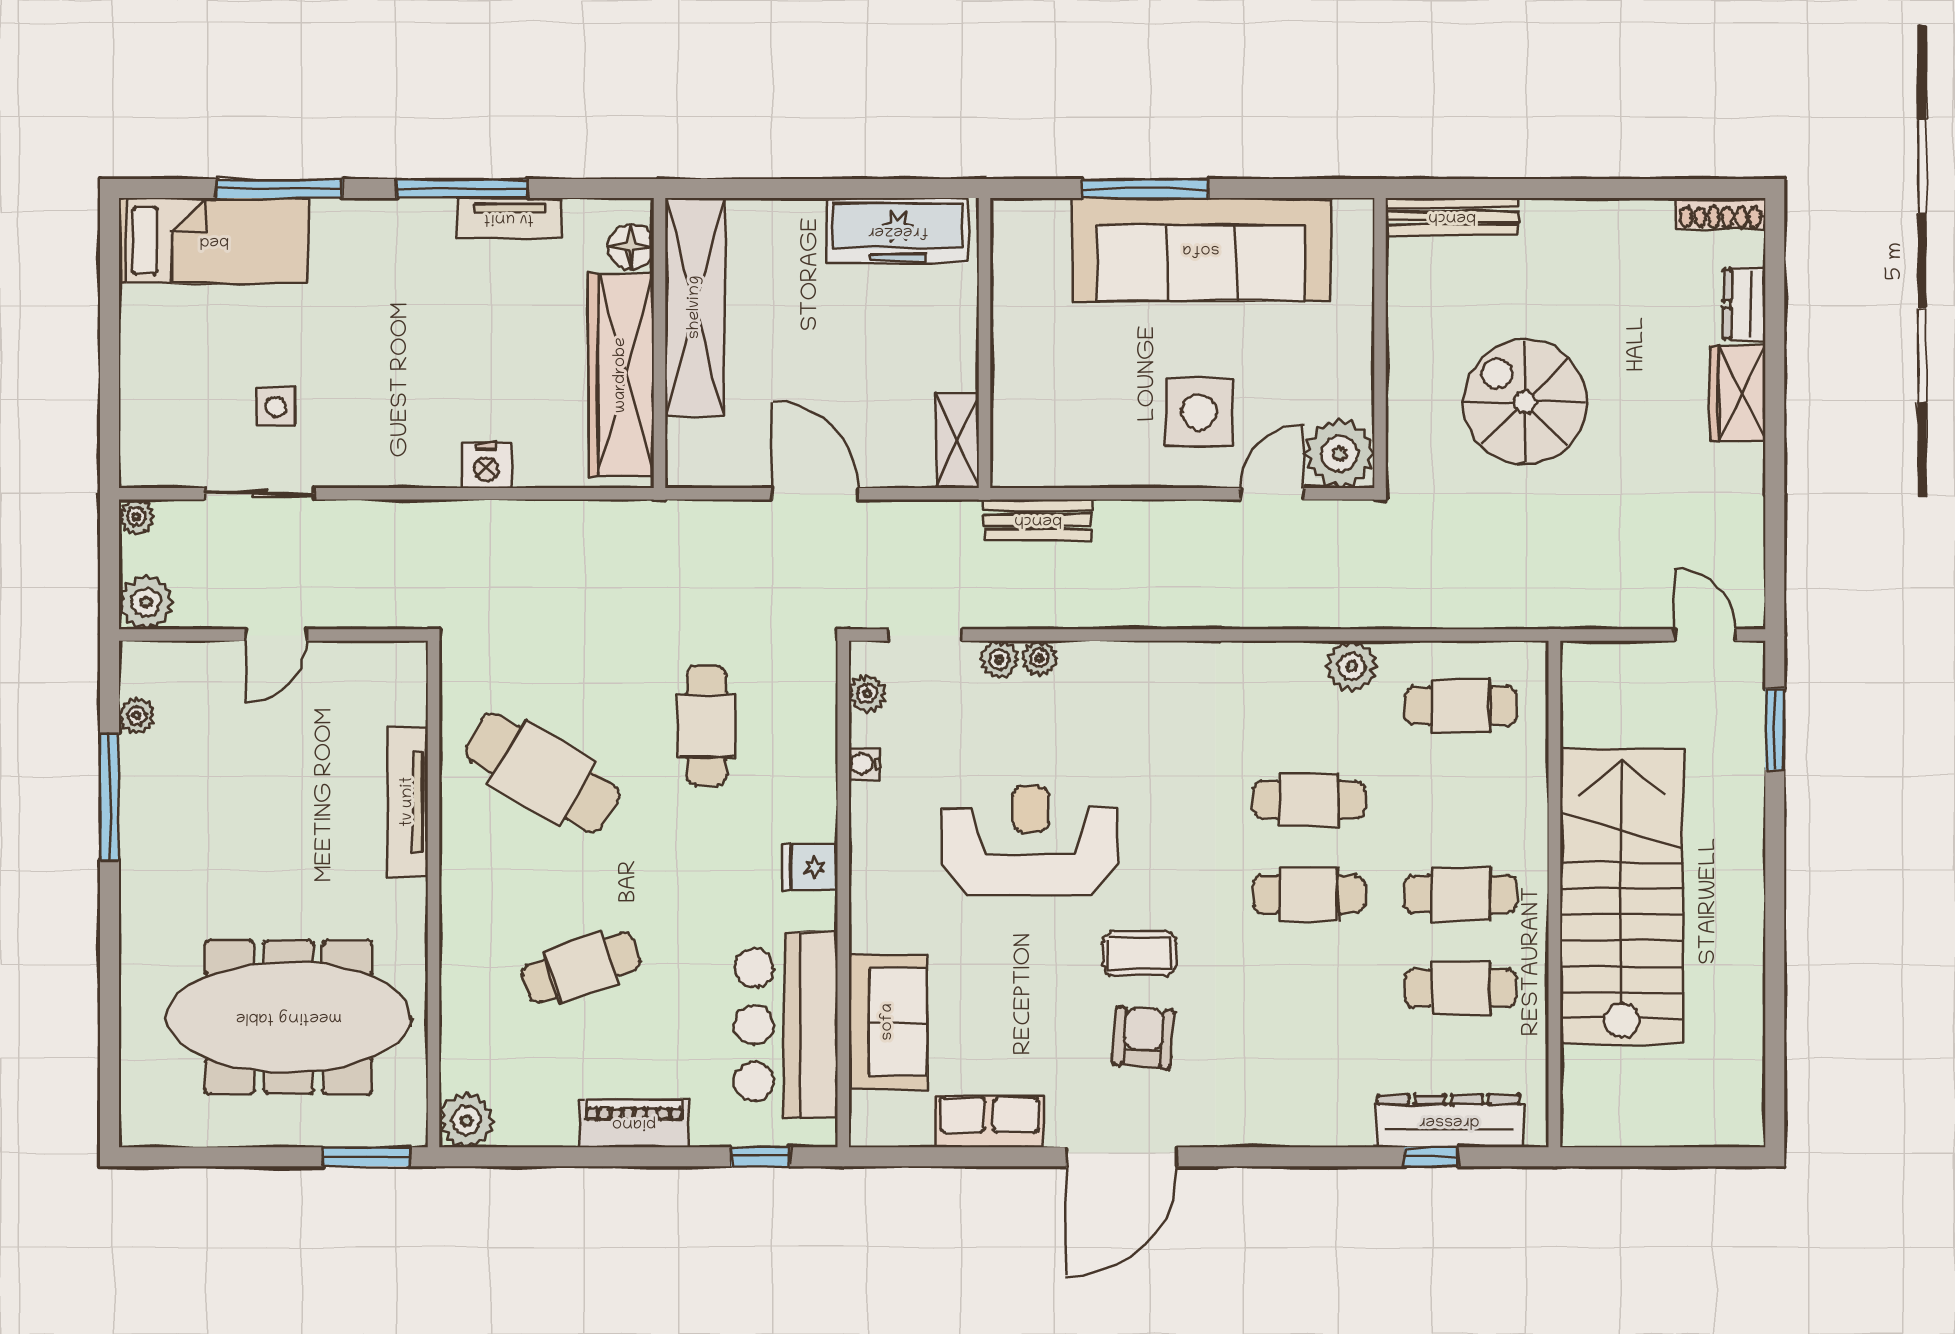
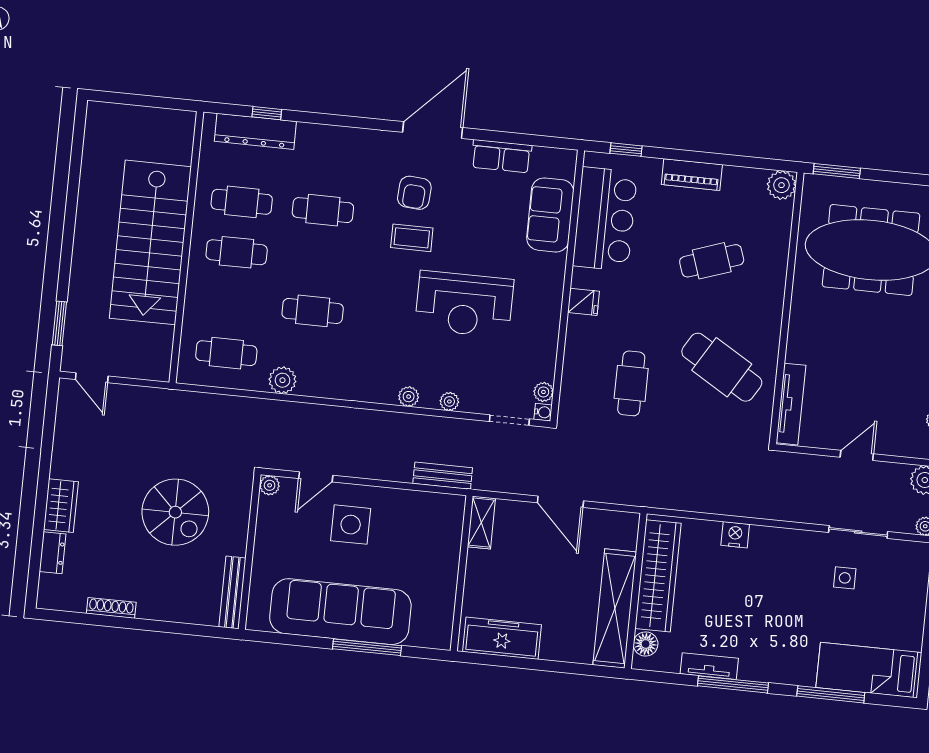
shoe rack: (1721, 213) -> (111, 608), moved
bench: (1452, 217) -> (232, 593), moved, turned 90
plant: (1340, 453) -> (270, 485), width x0.53, depth x0.53
plant: (999, 660) -> (409, 397), moved
water cooler: (864, 764) -> (543, 412), moved
tv unit: (408, 802) -> (791, 404), moved
cafe table: (1309, 894) -> (323, 210), moved

